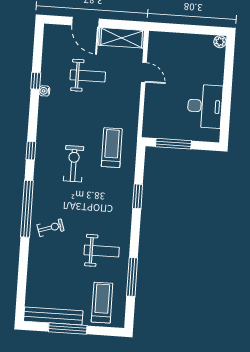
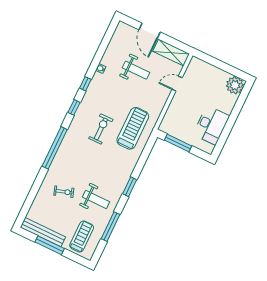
plant: (220, 42) -> (235, 85), width x1.88, depth x1.88
door: (144, 72) -> (177, 84), swing flipped
window: (36, 81) -> (85, 84), moved
treadmill: (112, 148) -> (133, 128), width x1.37, depth x1.38
window: (138, 196) -> (130, 187), moved
exercise bike: (50, 228) -> (64, 192), moved

